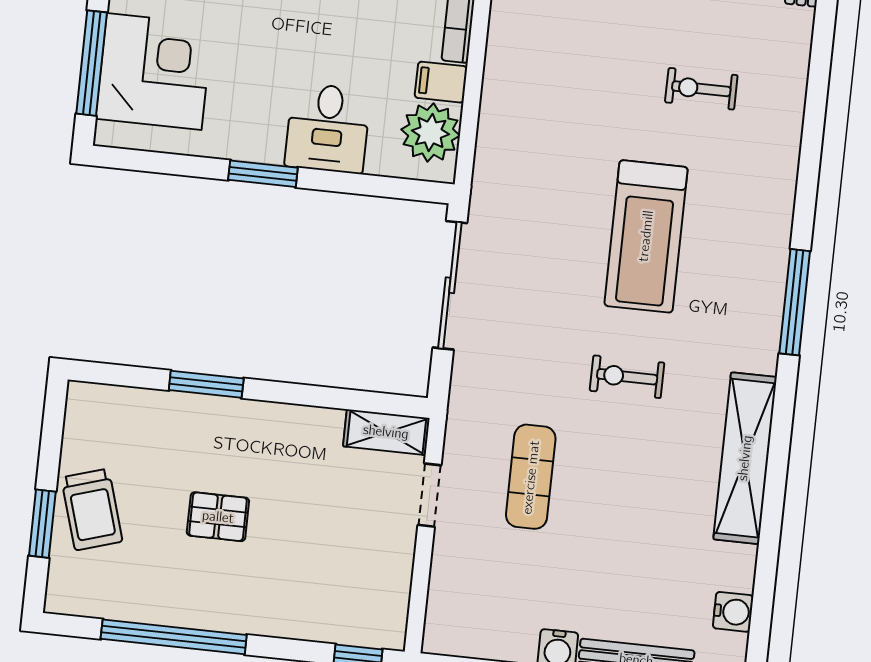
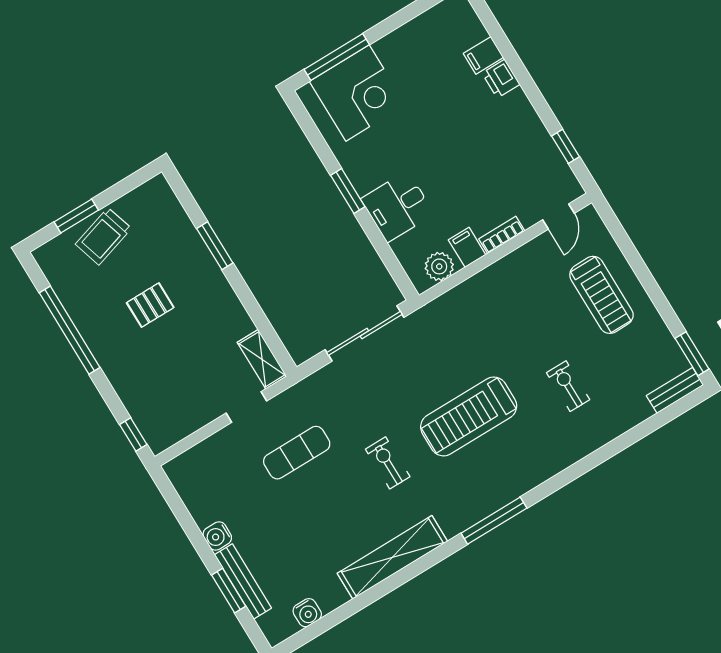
plant: (431, 132) -> (439, 266), width x0.73, depth x0.73
pallet: (218, 517) -> (150, 305), turned 90

